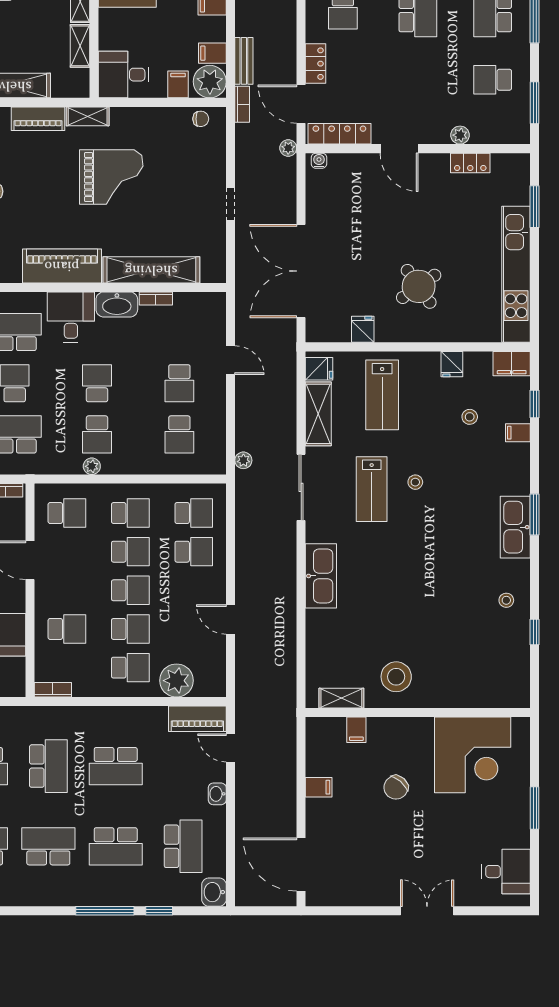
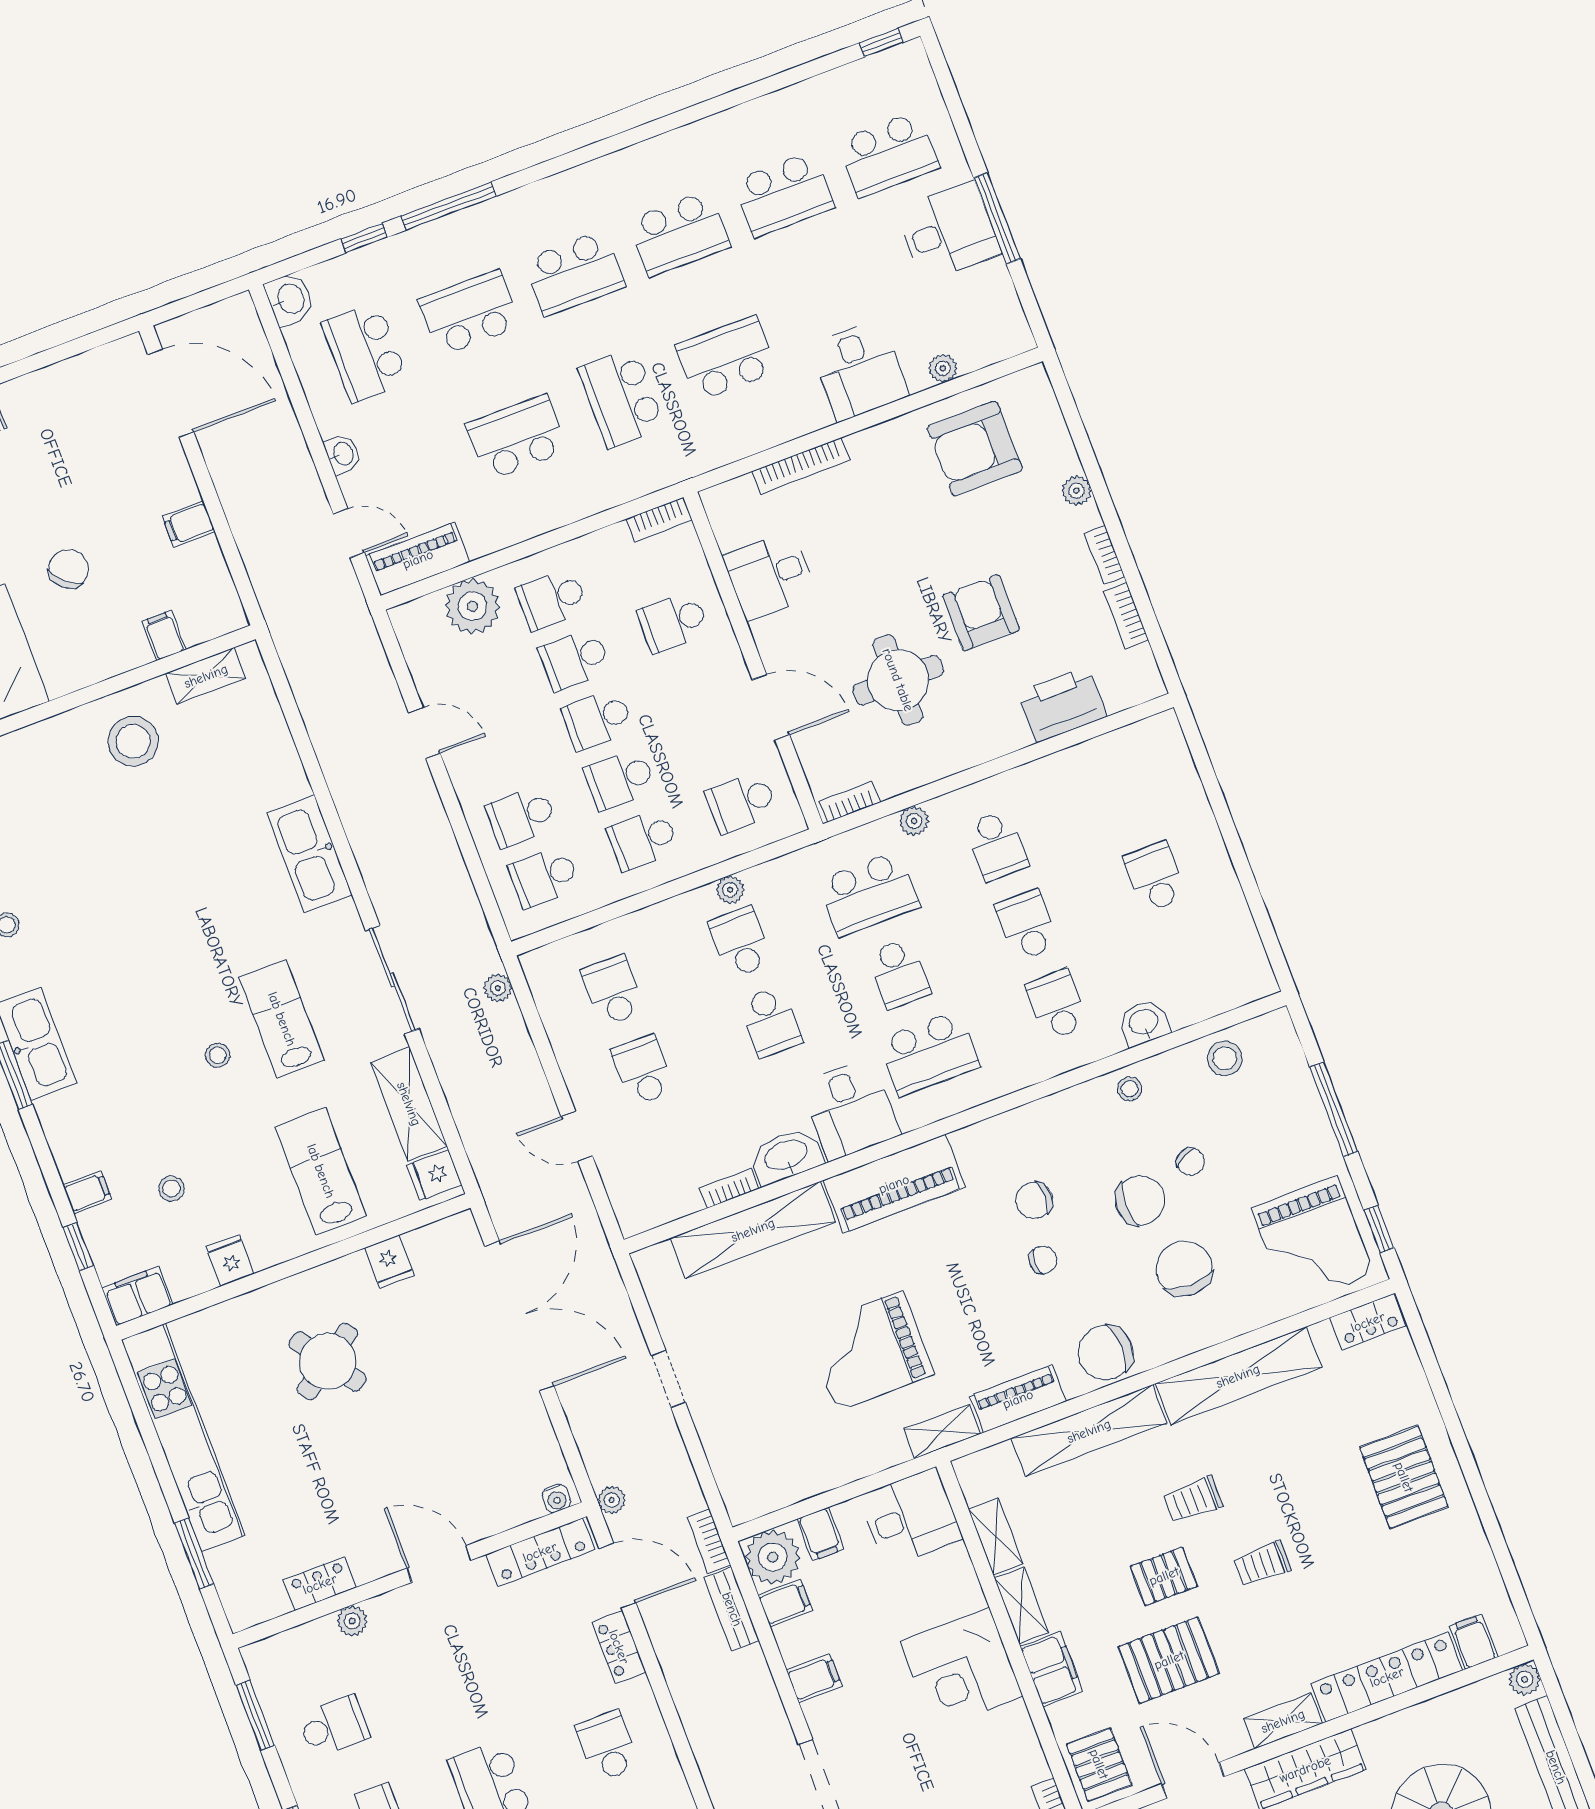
chair: (201, 119) -> (765, 1494), removed

